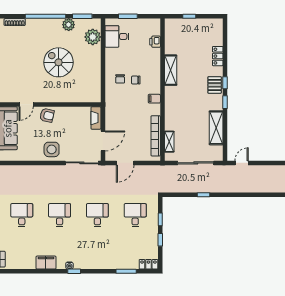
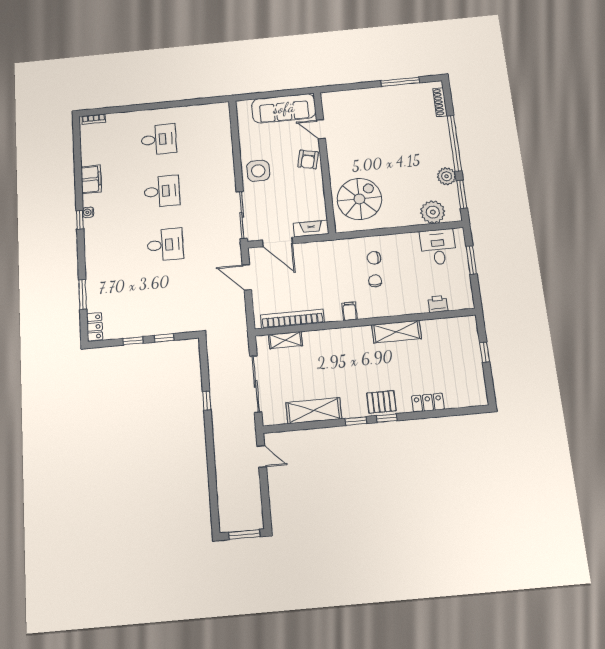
spiral stairs: (59, 62) -> (359, 199), moved
desk: (135, 215) -> (169, 300), removed

